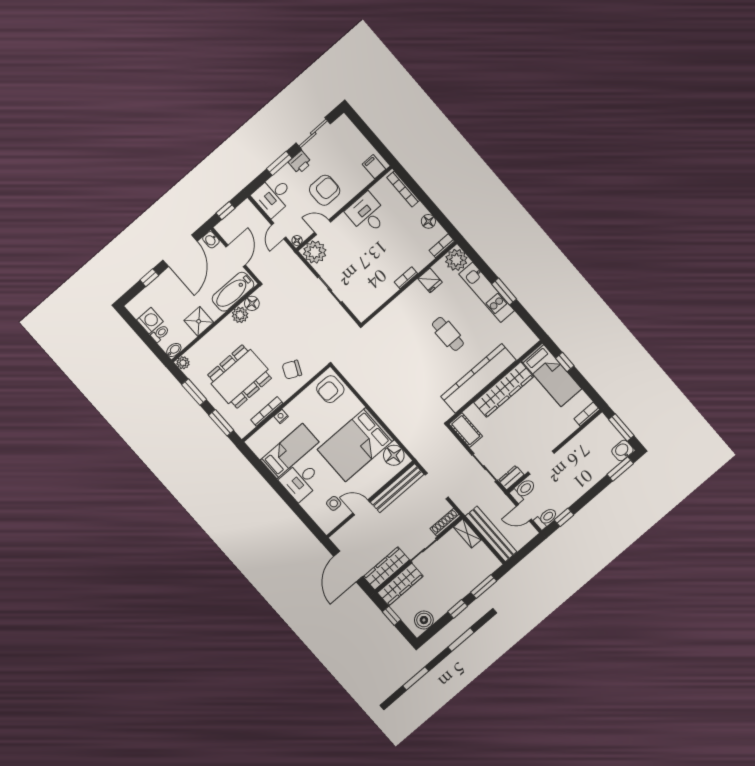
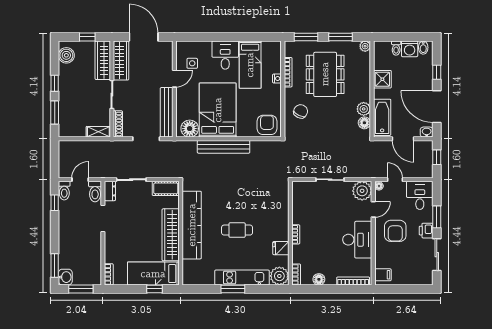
desk: (367, 214) -> (357, 240), width x1.37
bidet: (174, 350) -> (423, 48), moved
bench: (491, 534) -> (224, 147), moved

